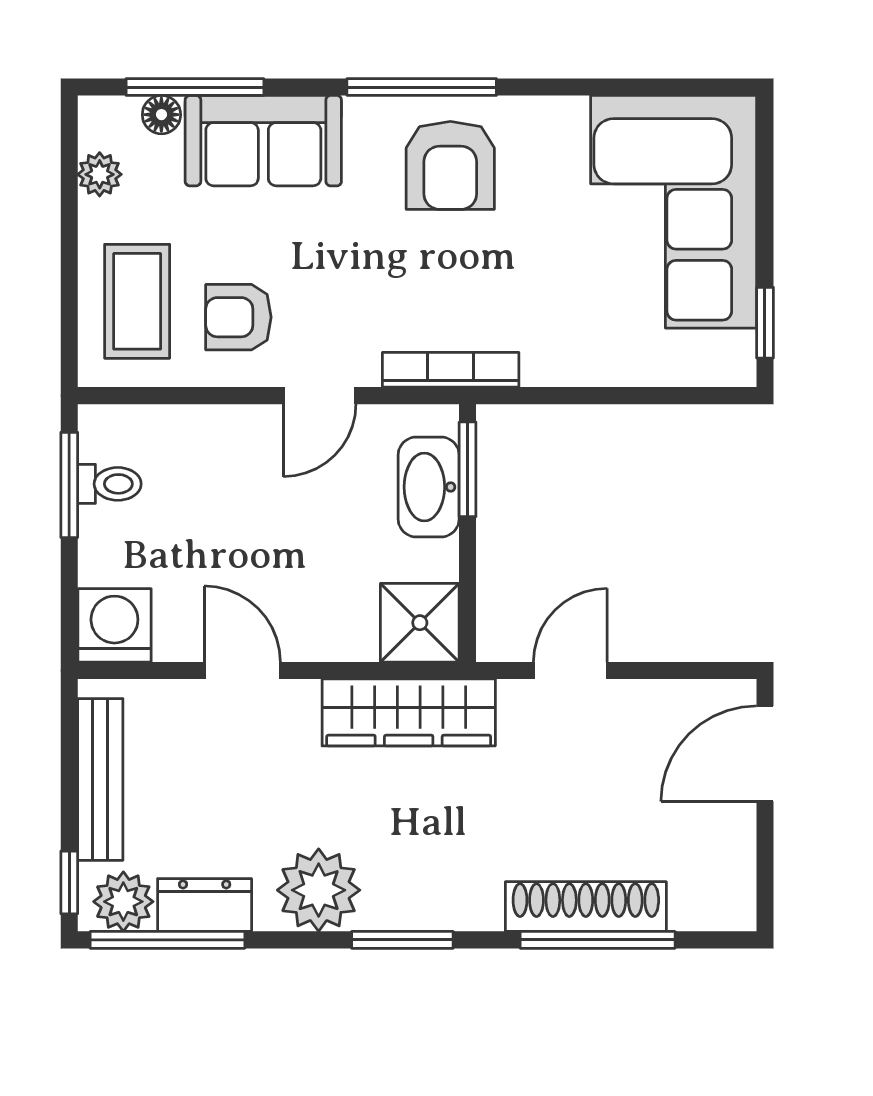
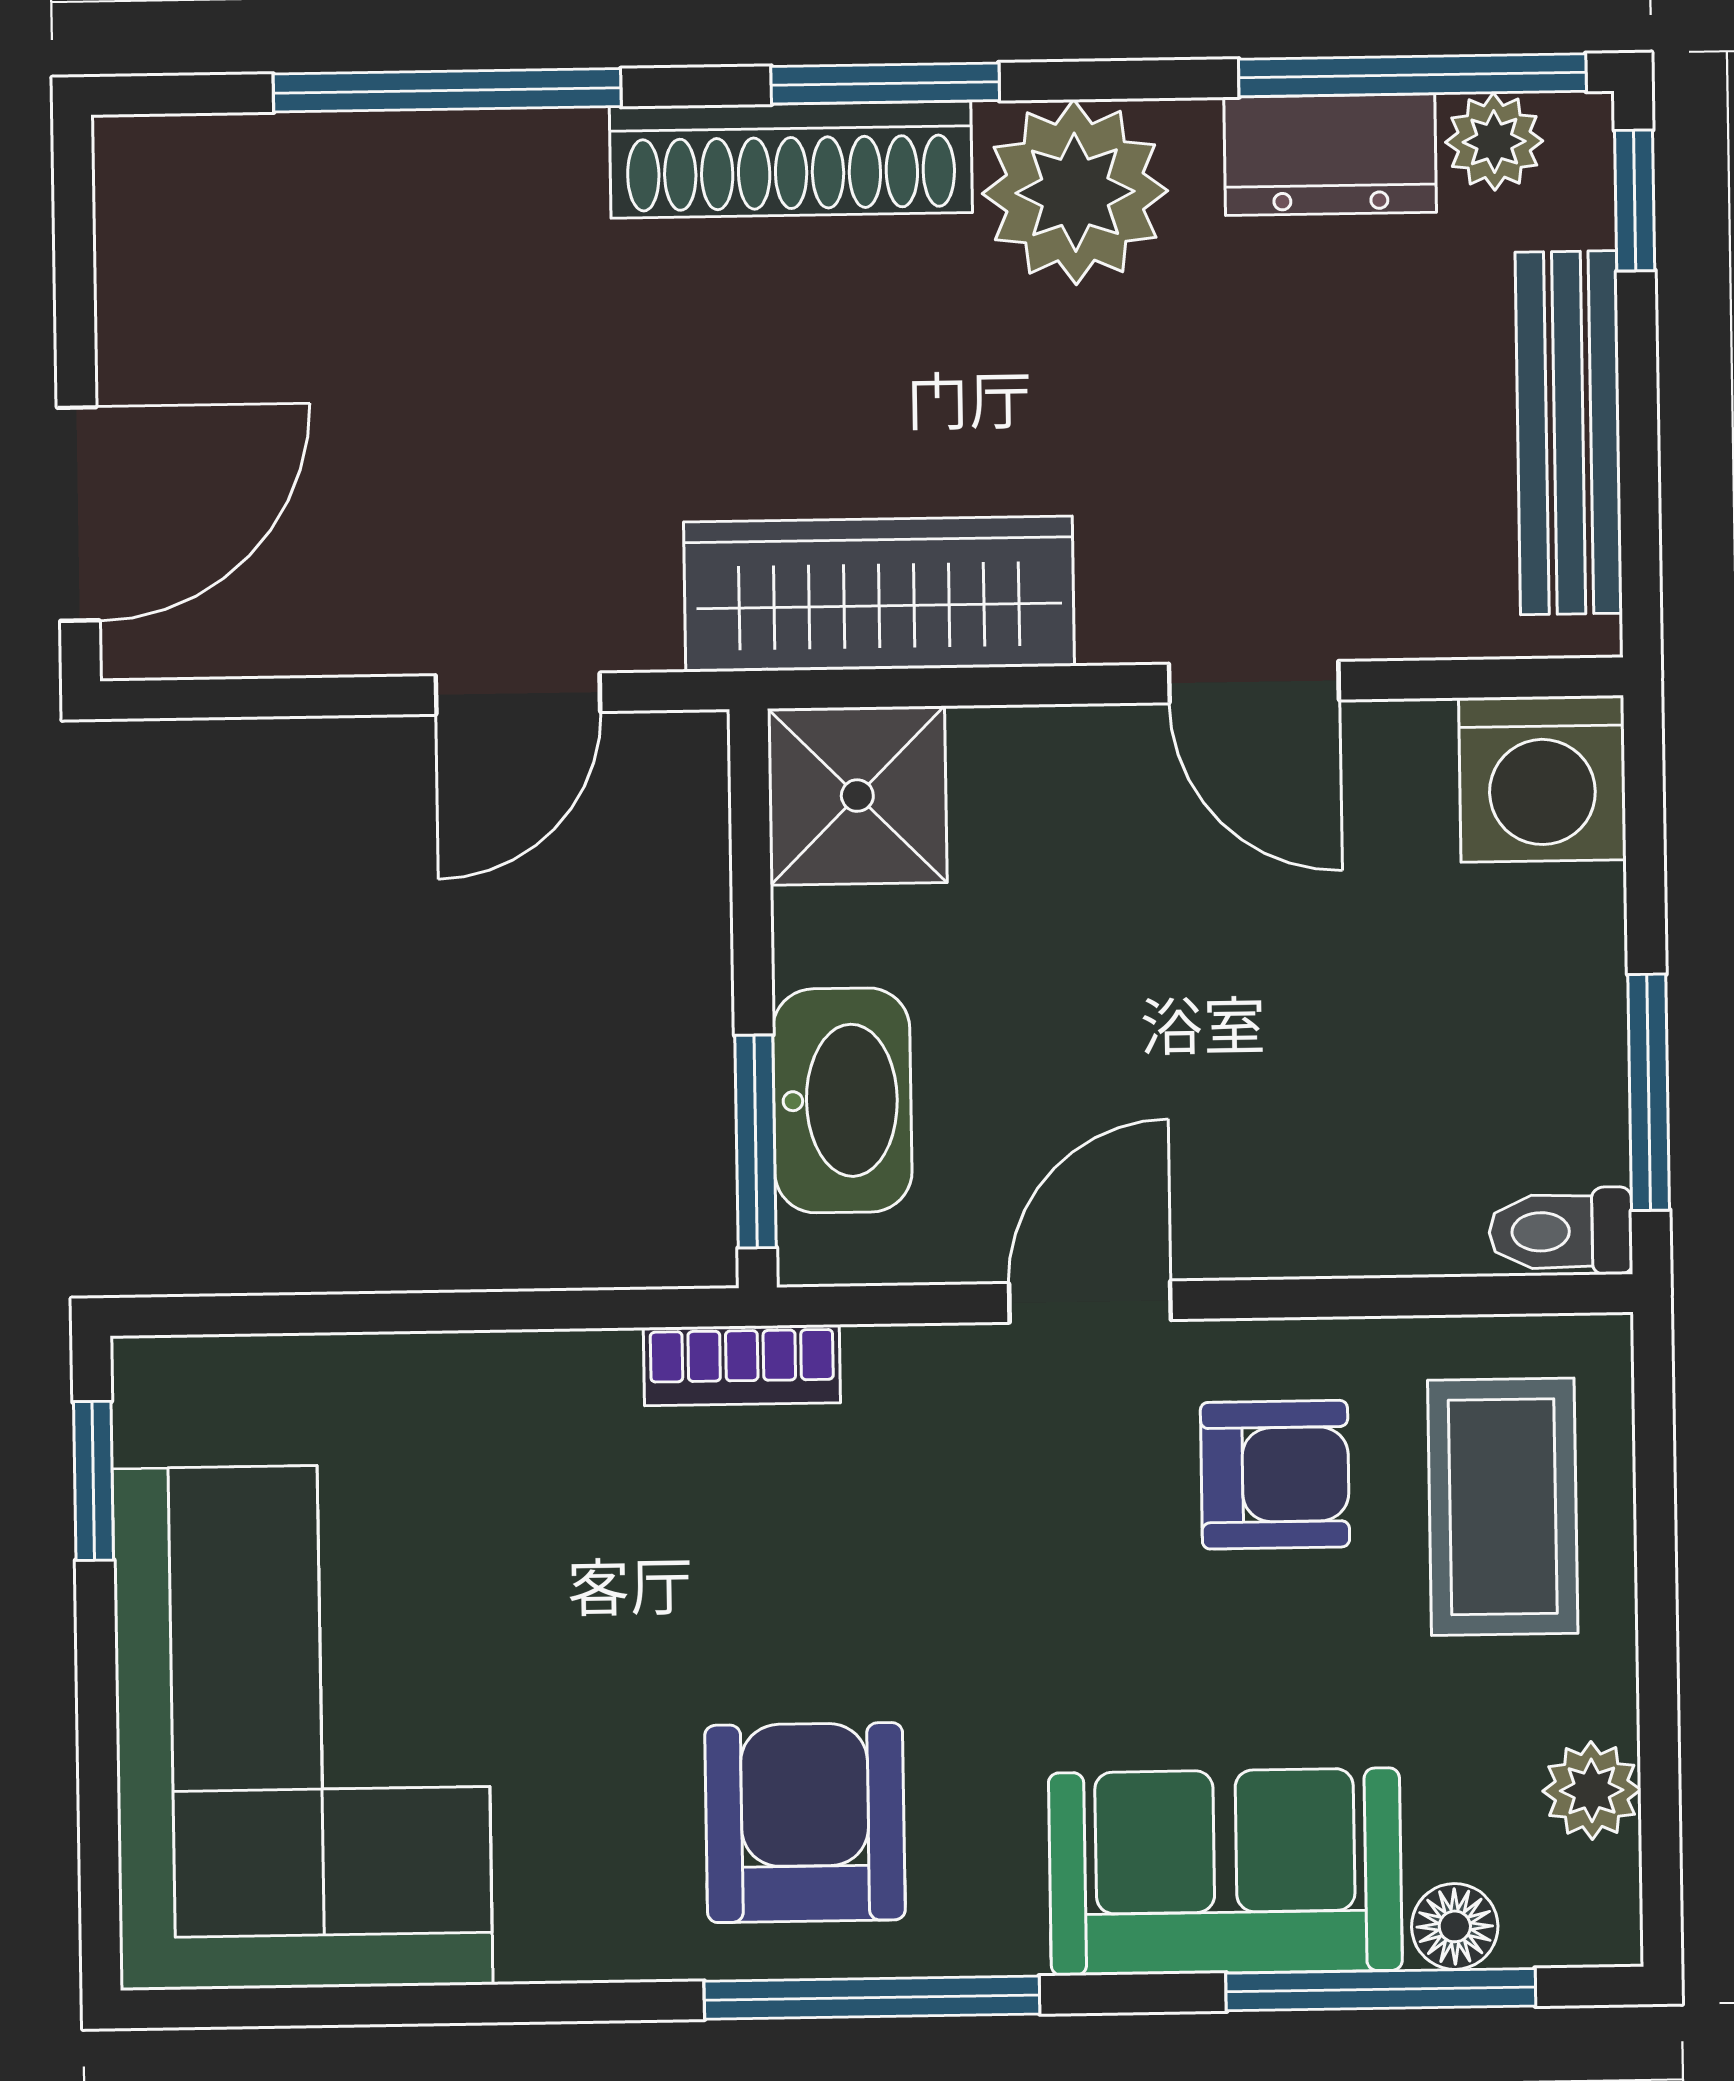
bookcase: (451, 370) -> (742, 1365), width x0.64
toilet: (109, 484) -> (1561, 1231), moved
plant: (123, 902) -> (1494, 142), width x0.73, depth x0.73
shoe rack: (586, 907) -> (791, 160), moved

